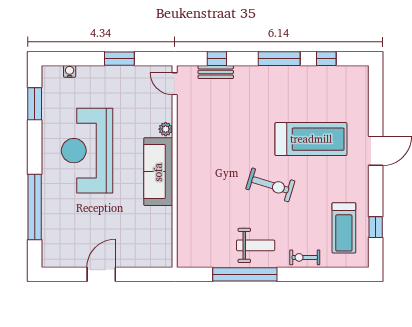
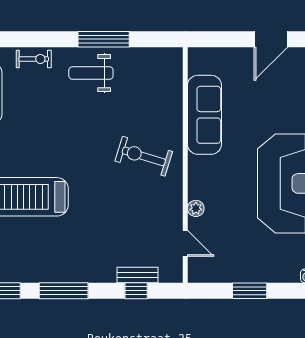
door: (175, 84) -> (185, 243), moved
sofa: (158, 172) -> (204, 115), moved
exercise bike: (270, 185) -> (144, 156), moved
window: (245, 274) -> (104, 39), width x0.68

